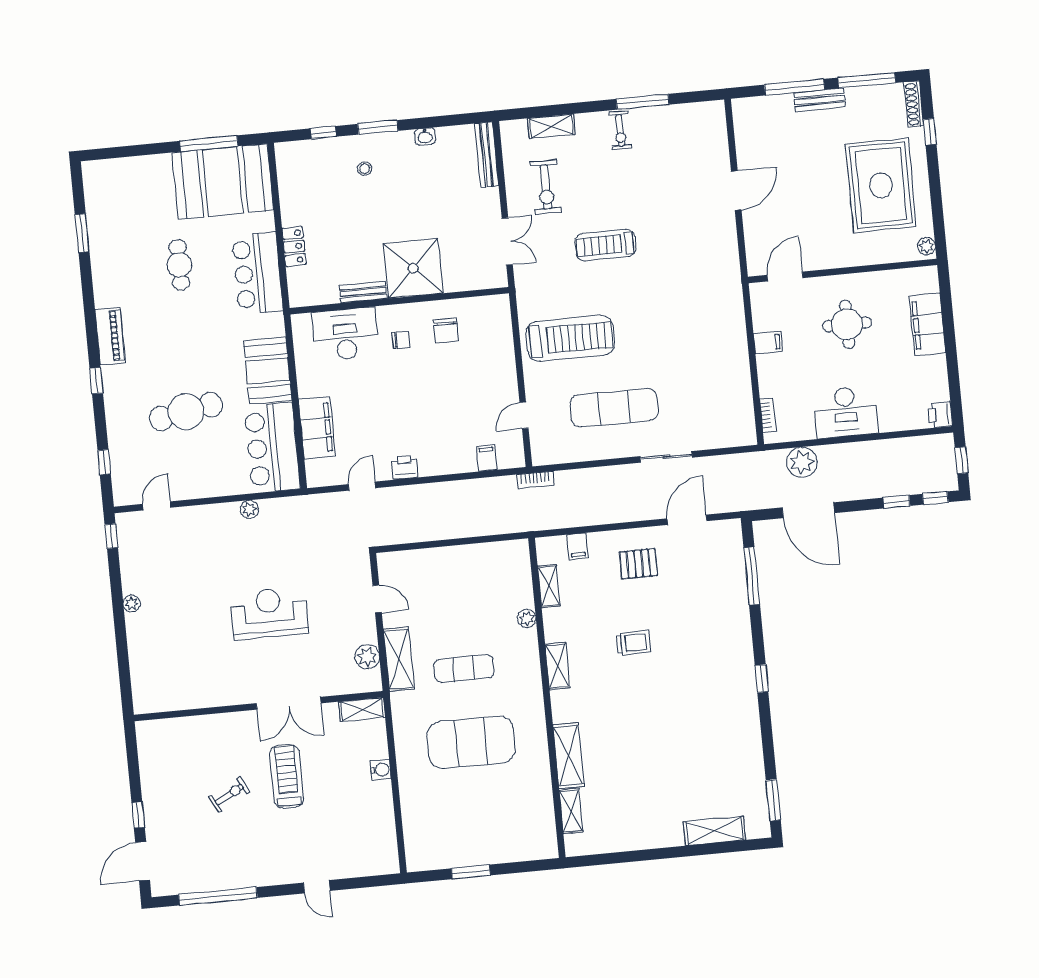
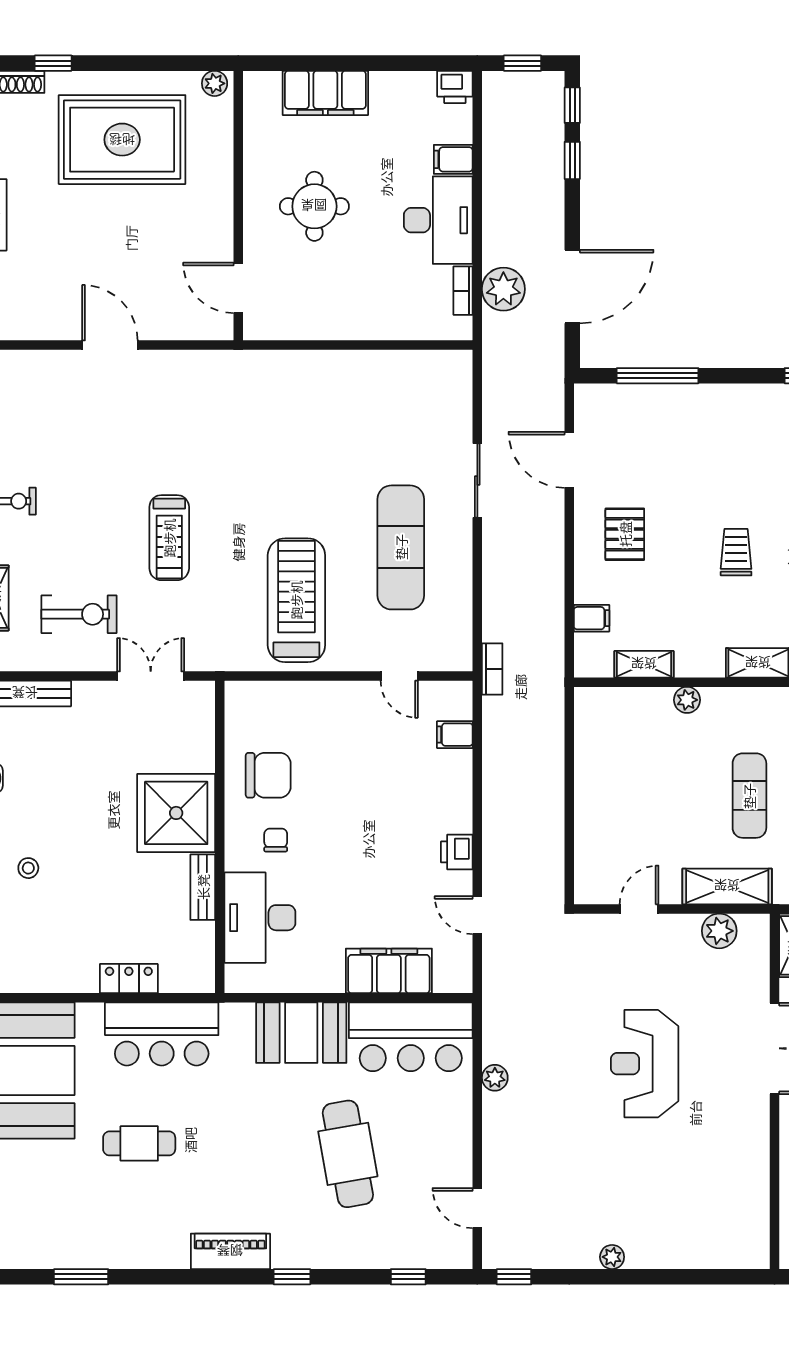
chair: (446, 330) -> (268, 775), width x1.37, depth x1.37
filing cabinet: (768, 343) -> (453, 159), moved, turned -90
bookcase: (768, 415) -> (463, 291), moved, turned -90

